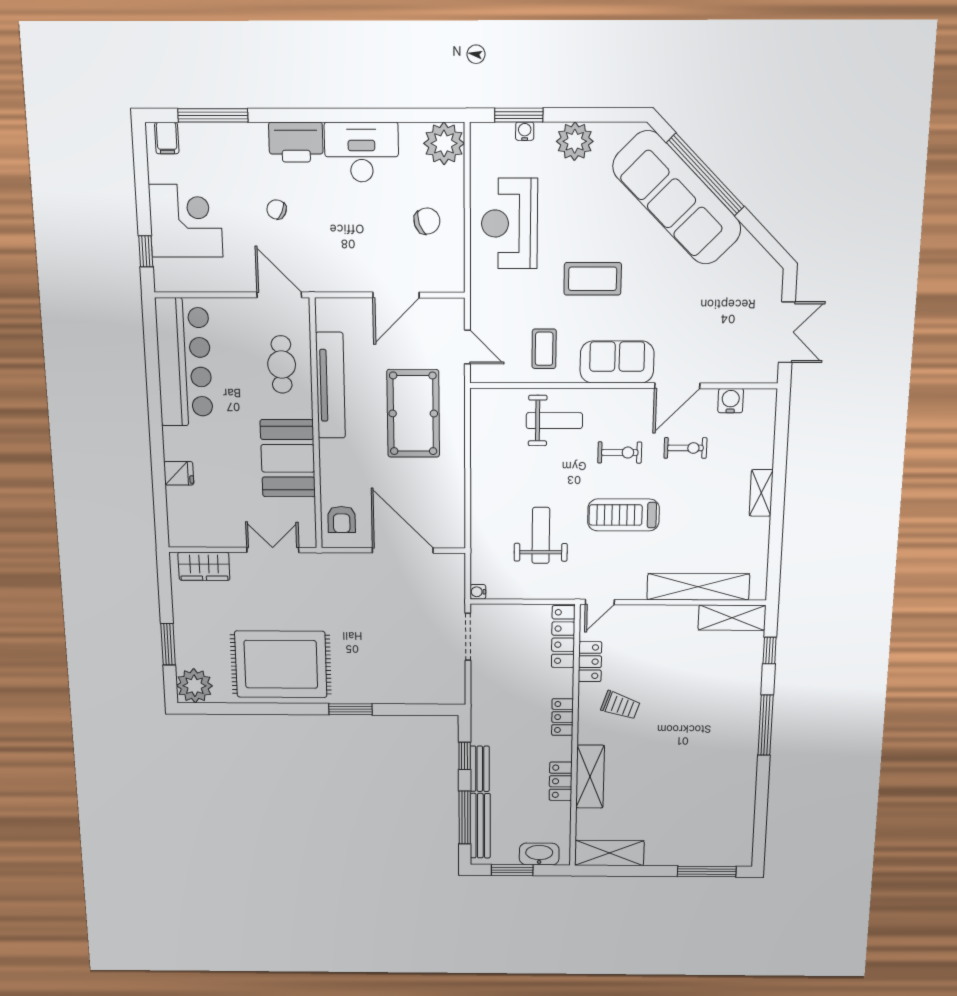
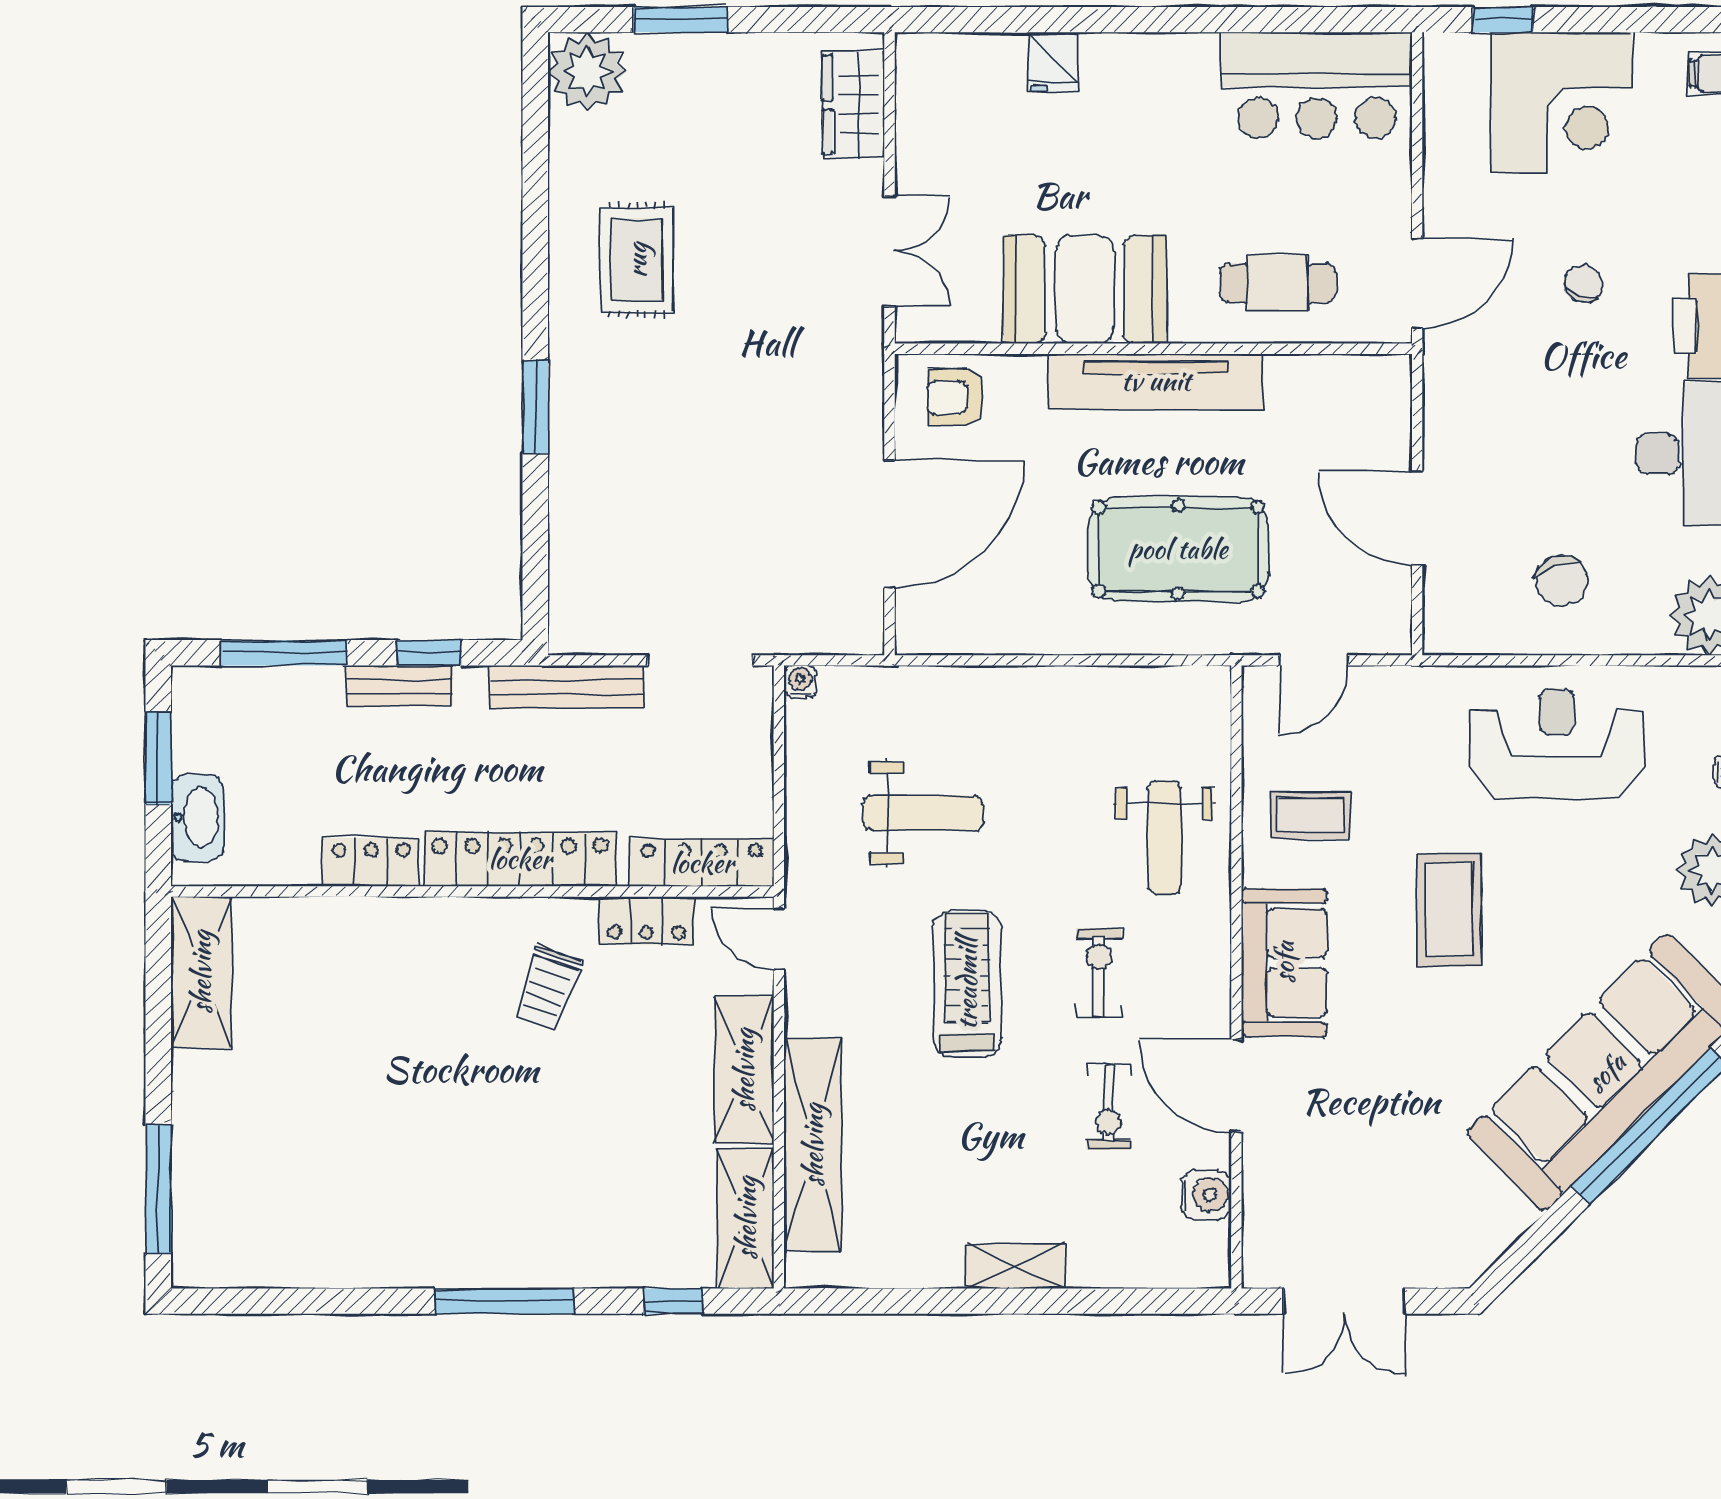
bar counter: (184, 362) -> (1317, 85), width x0.73
tv unit: (330, 385) -> (1156, 381), moved
exercise bike: (620, 453) -> (1099, 973), turned 180
rug: (281, 664) -> (637, 260), width x0.54, depth x0.49
locker: (562, 717) -> (520, 859), width x2.16, depth x1.21
shelving: (590, 777) -> (744, 1070), moved, turned 90
bench: (480, 826) -> (567, 687), moved

